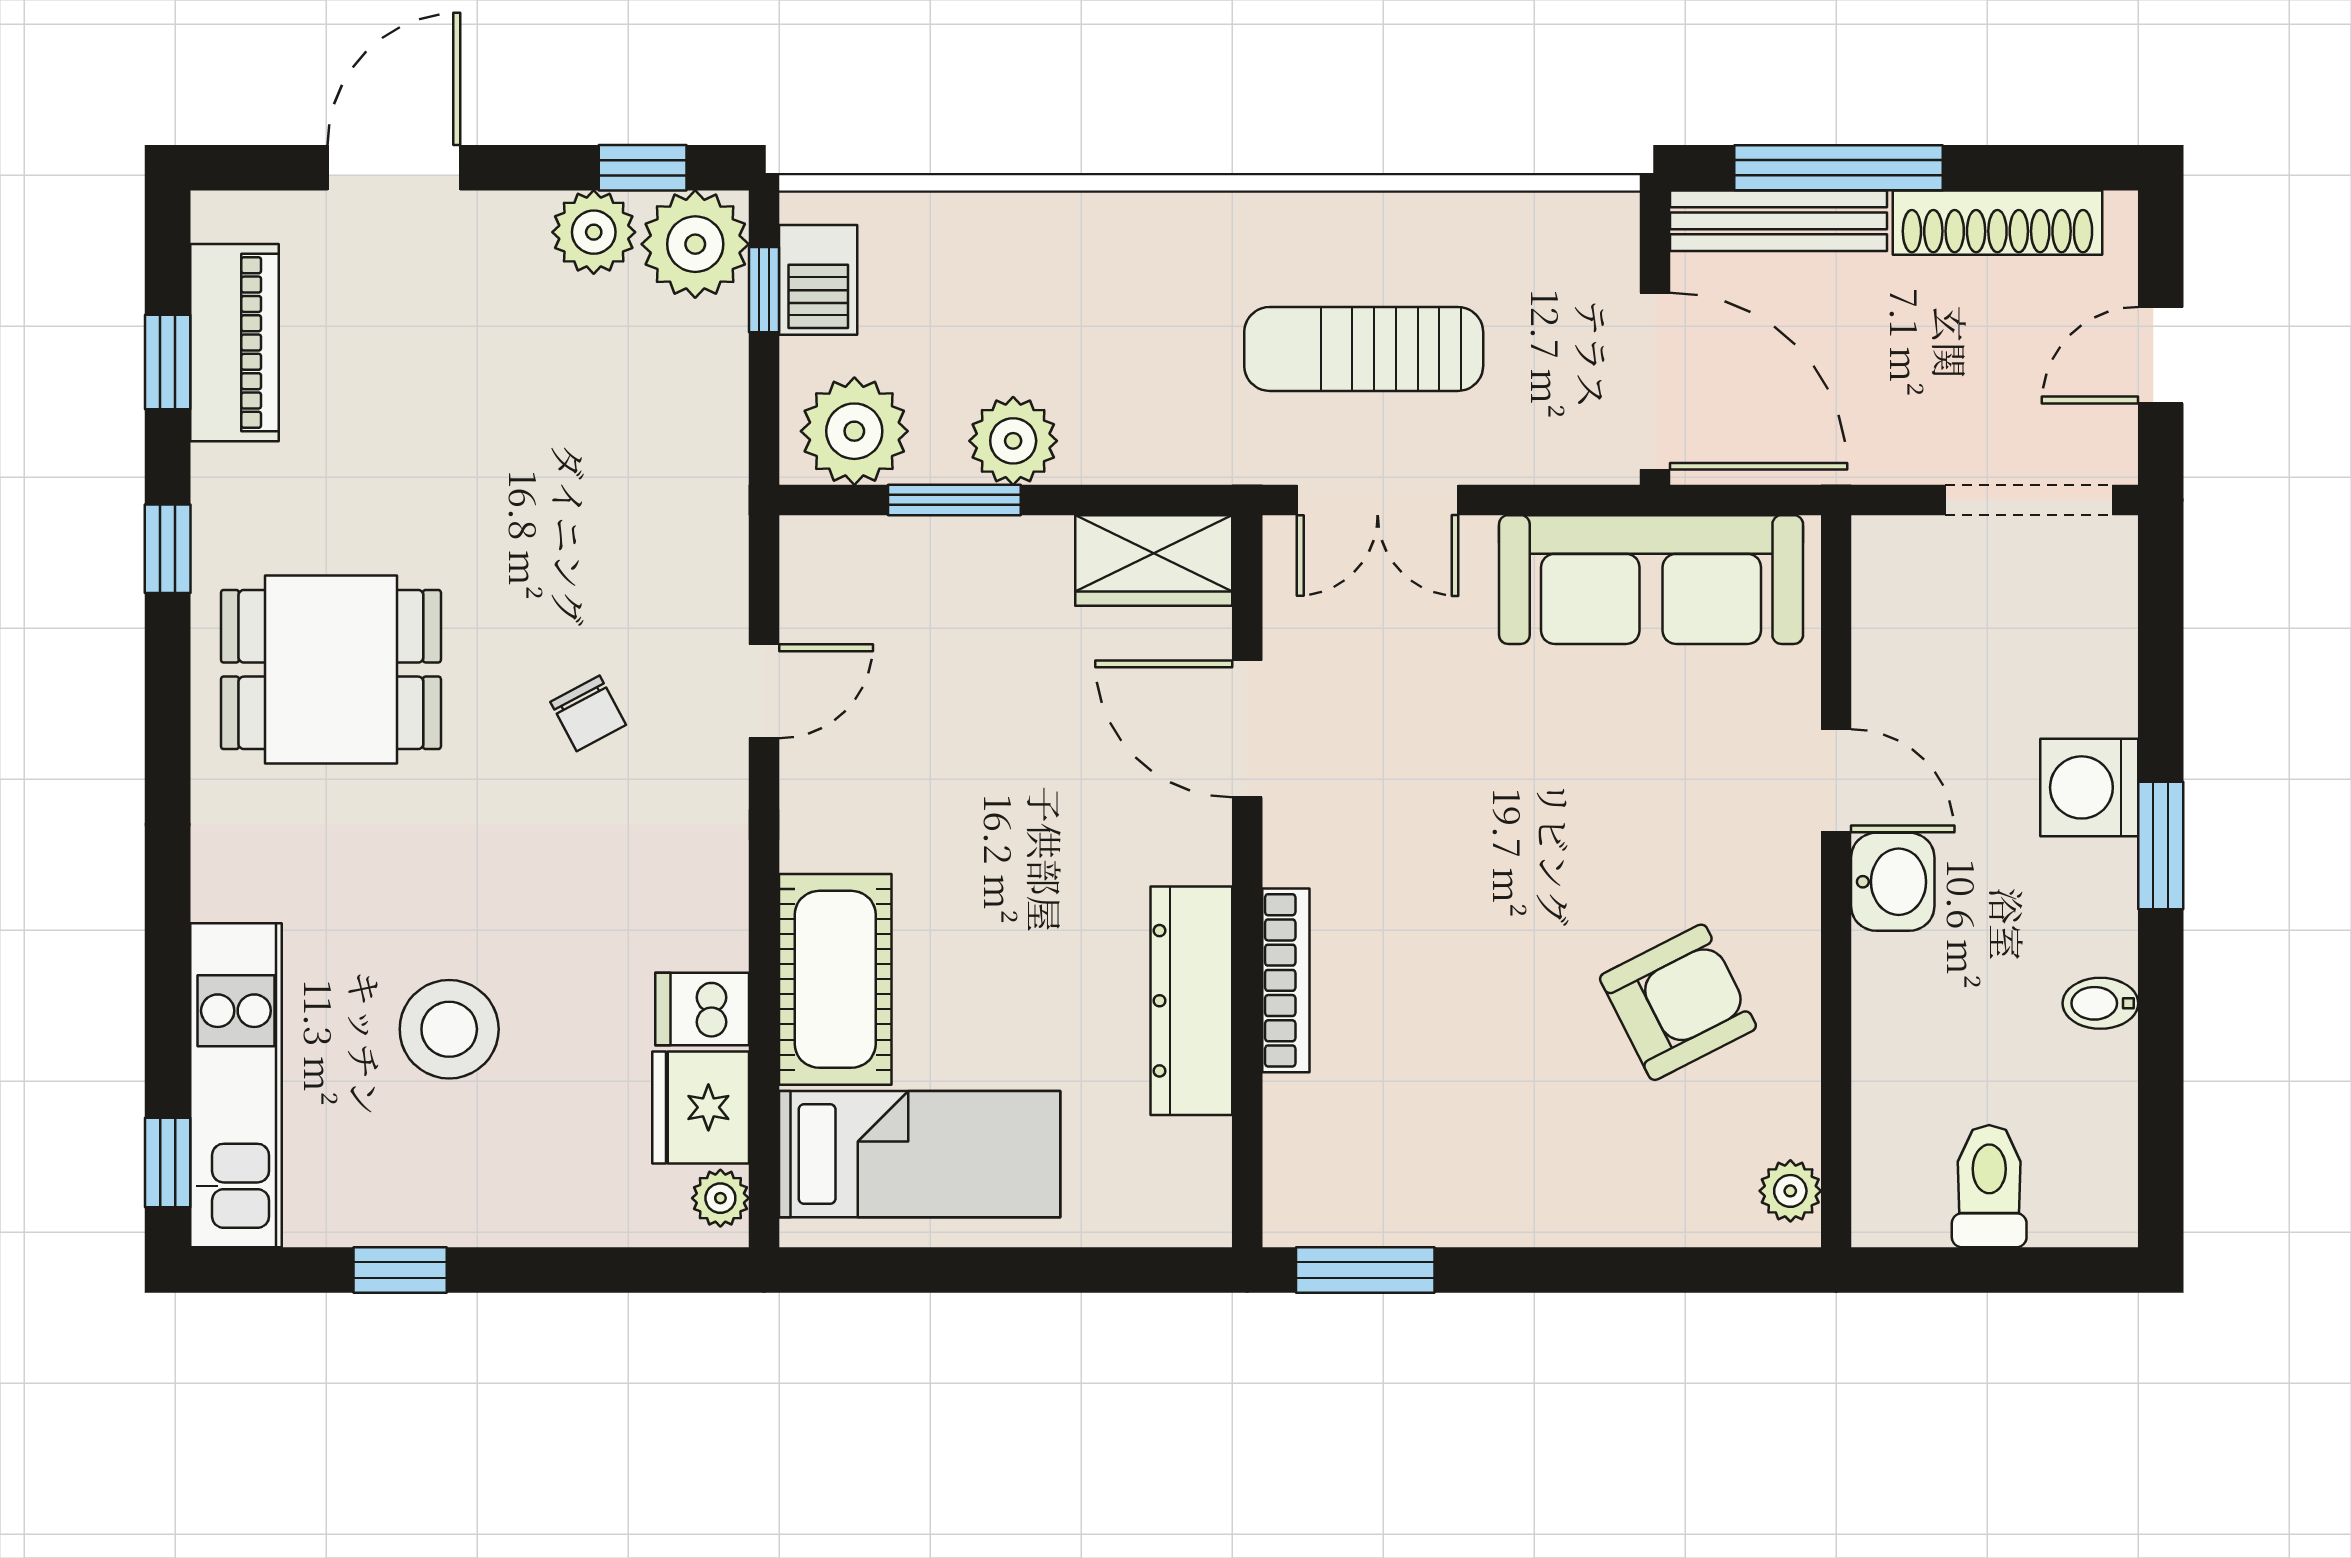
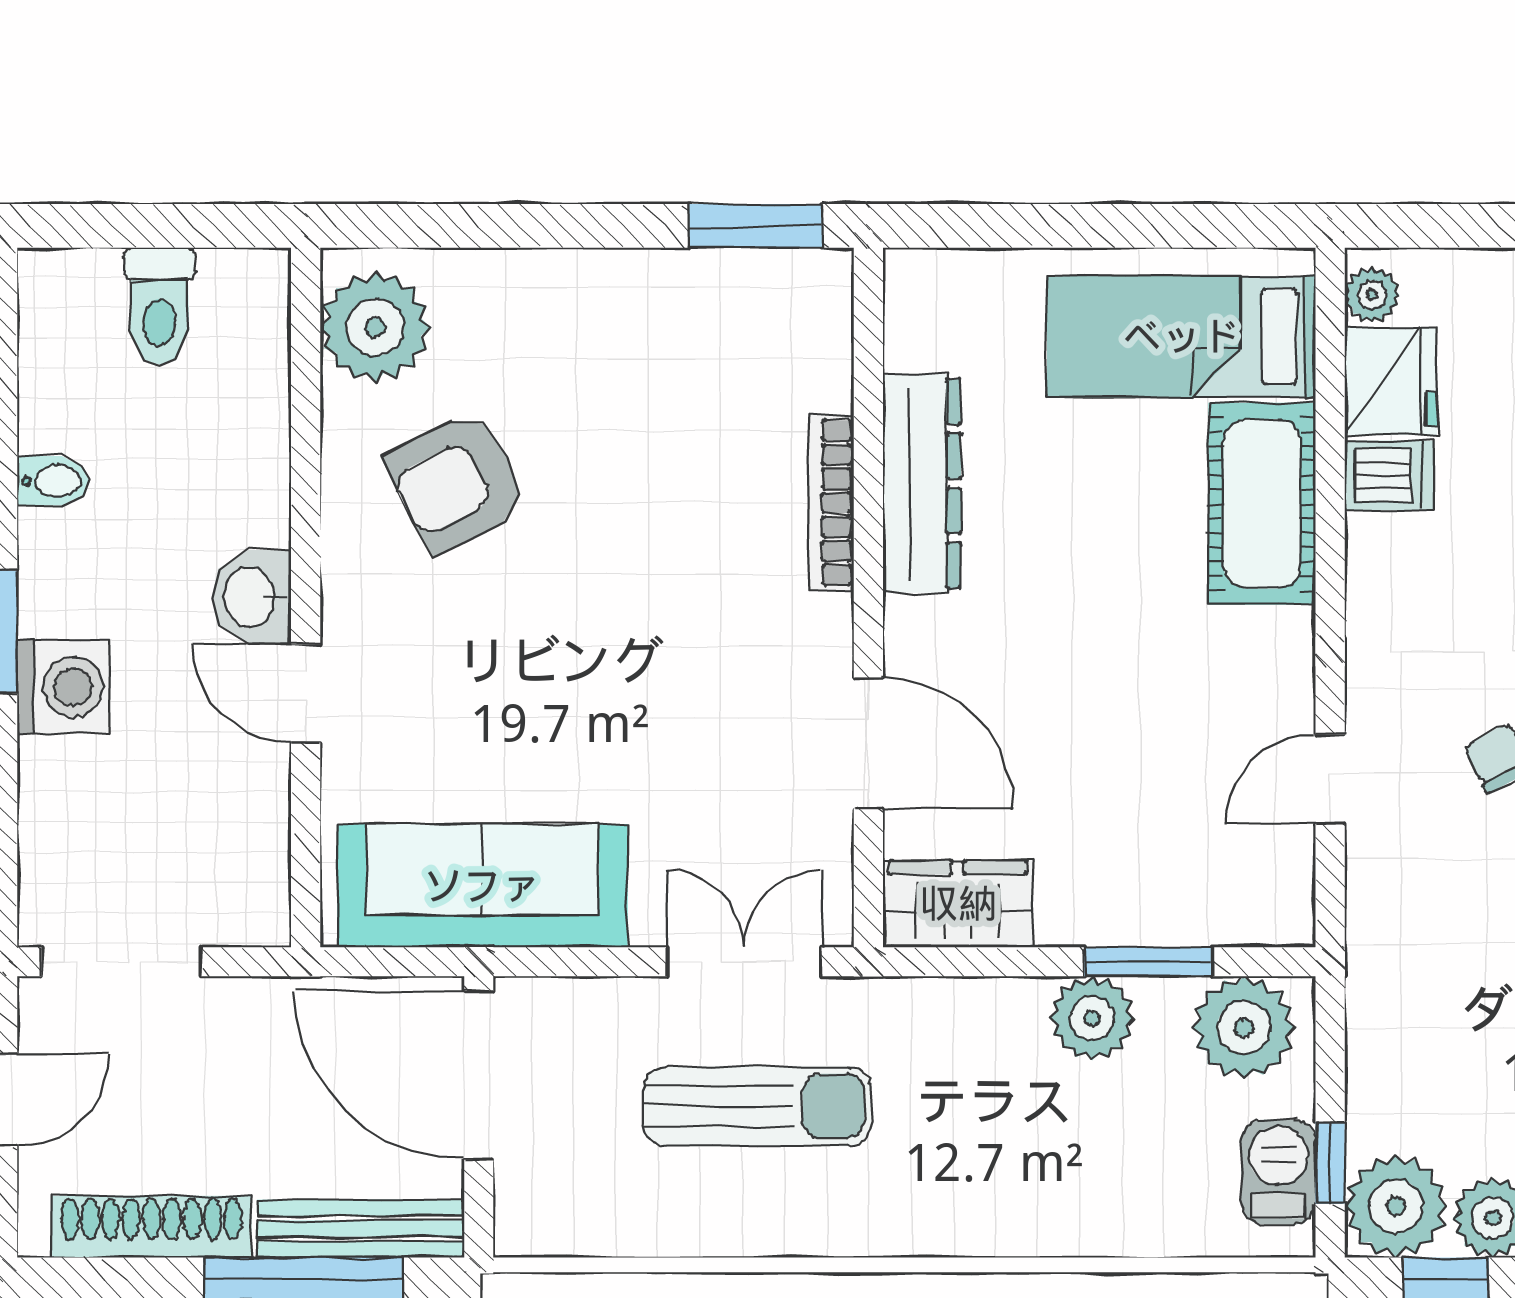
plant: (1790, 1191) -> (375, 327), width x1.88, depth x1.88

